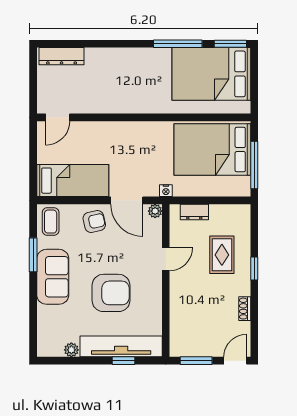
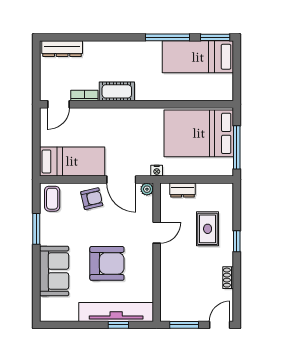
bed: (211, 74) -> (198, 57), width x0.67
cot: (122, 103) -> (117, 91), added
bookcase: (86, 108) -> (84, 95), added
sofa: (53, 277) -> (54, 271), moved
plant: (71, 350) -> (71, 315), removed

